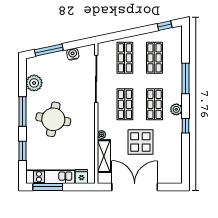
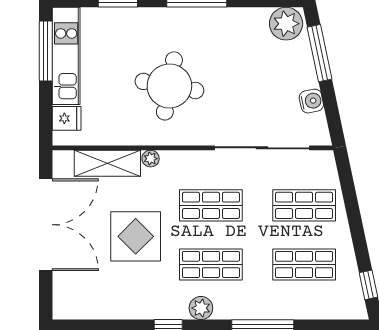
plant: (34, 83) -> (286, 24), moved
round table: (53, 119) -> (169, 86), moved

